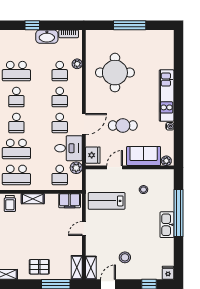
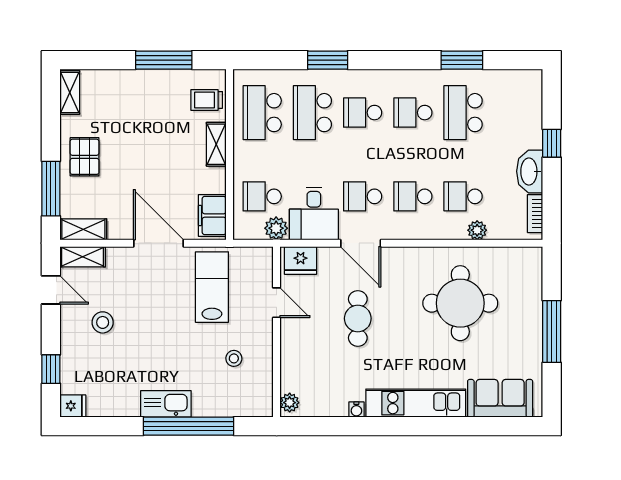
sofa: (144, 156) -> (500, 398), moved, turned -90
door: (84, 229) -> (158, 243), width x1.88

